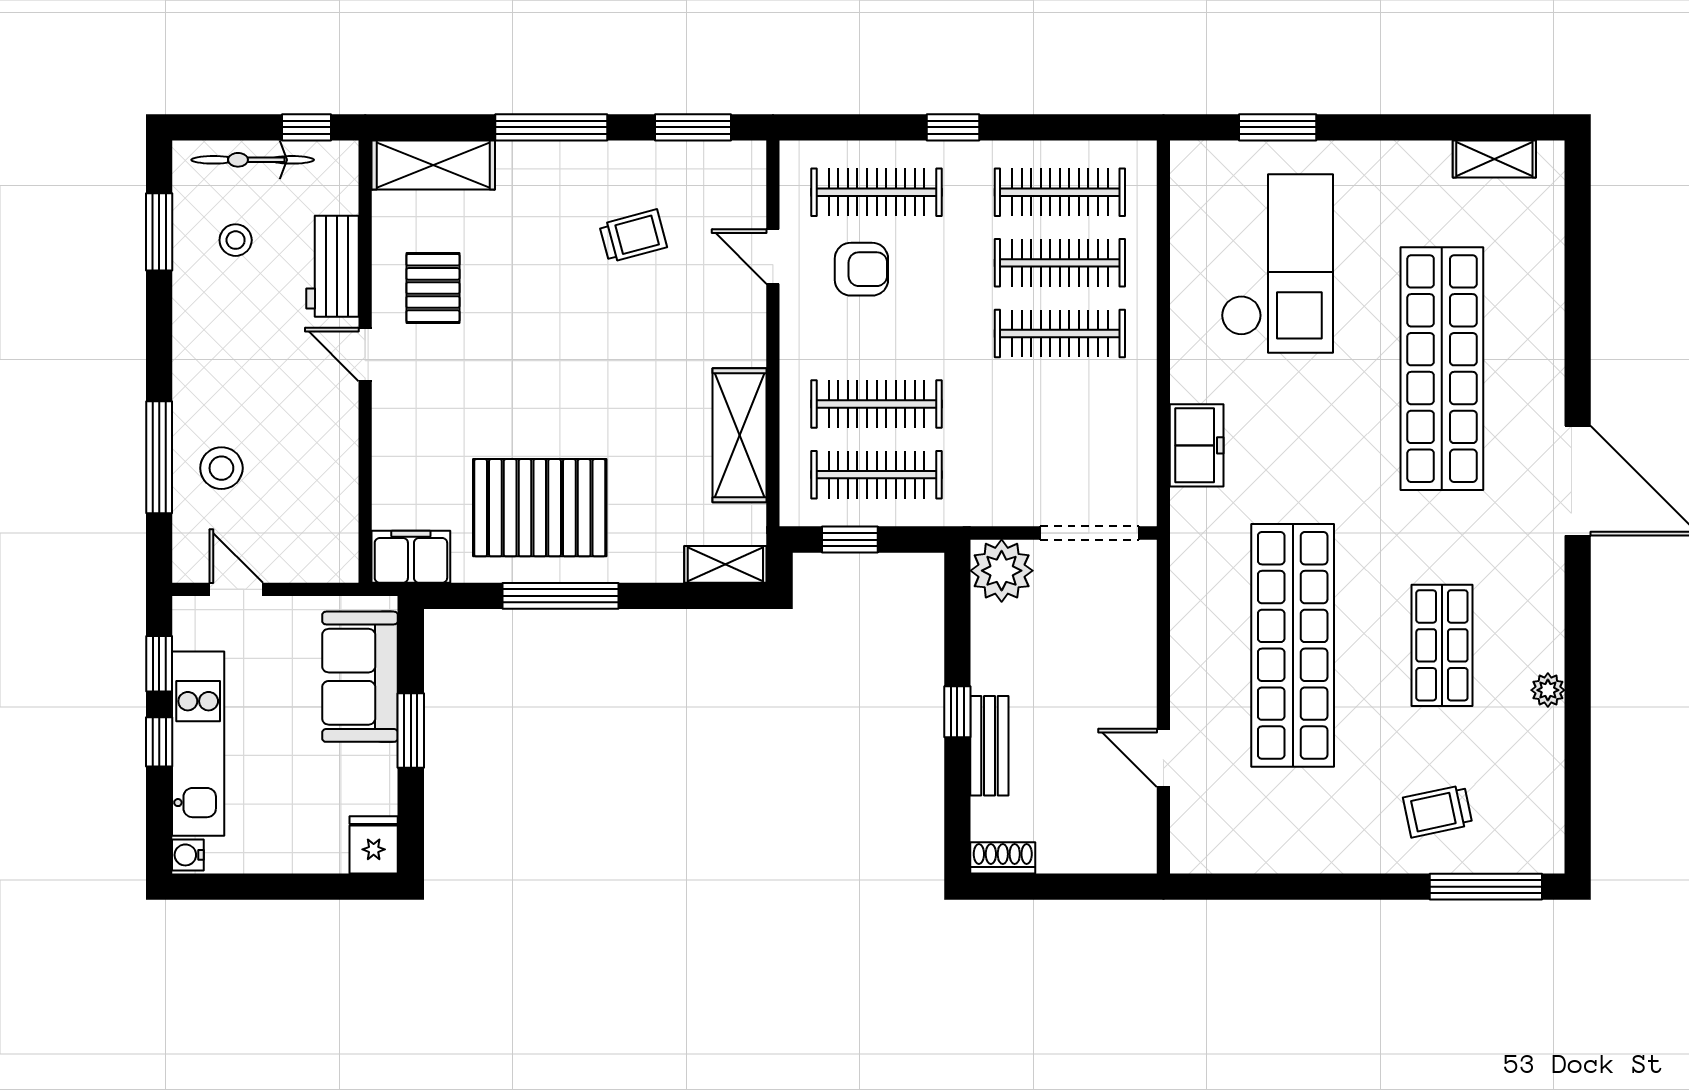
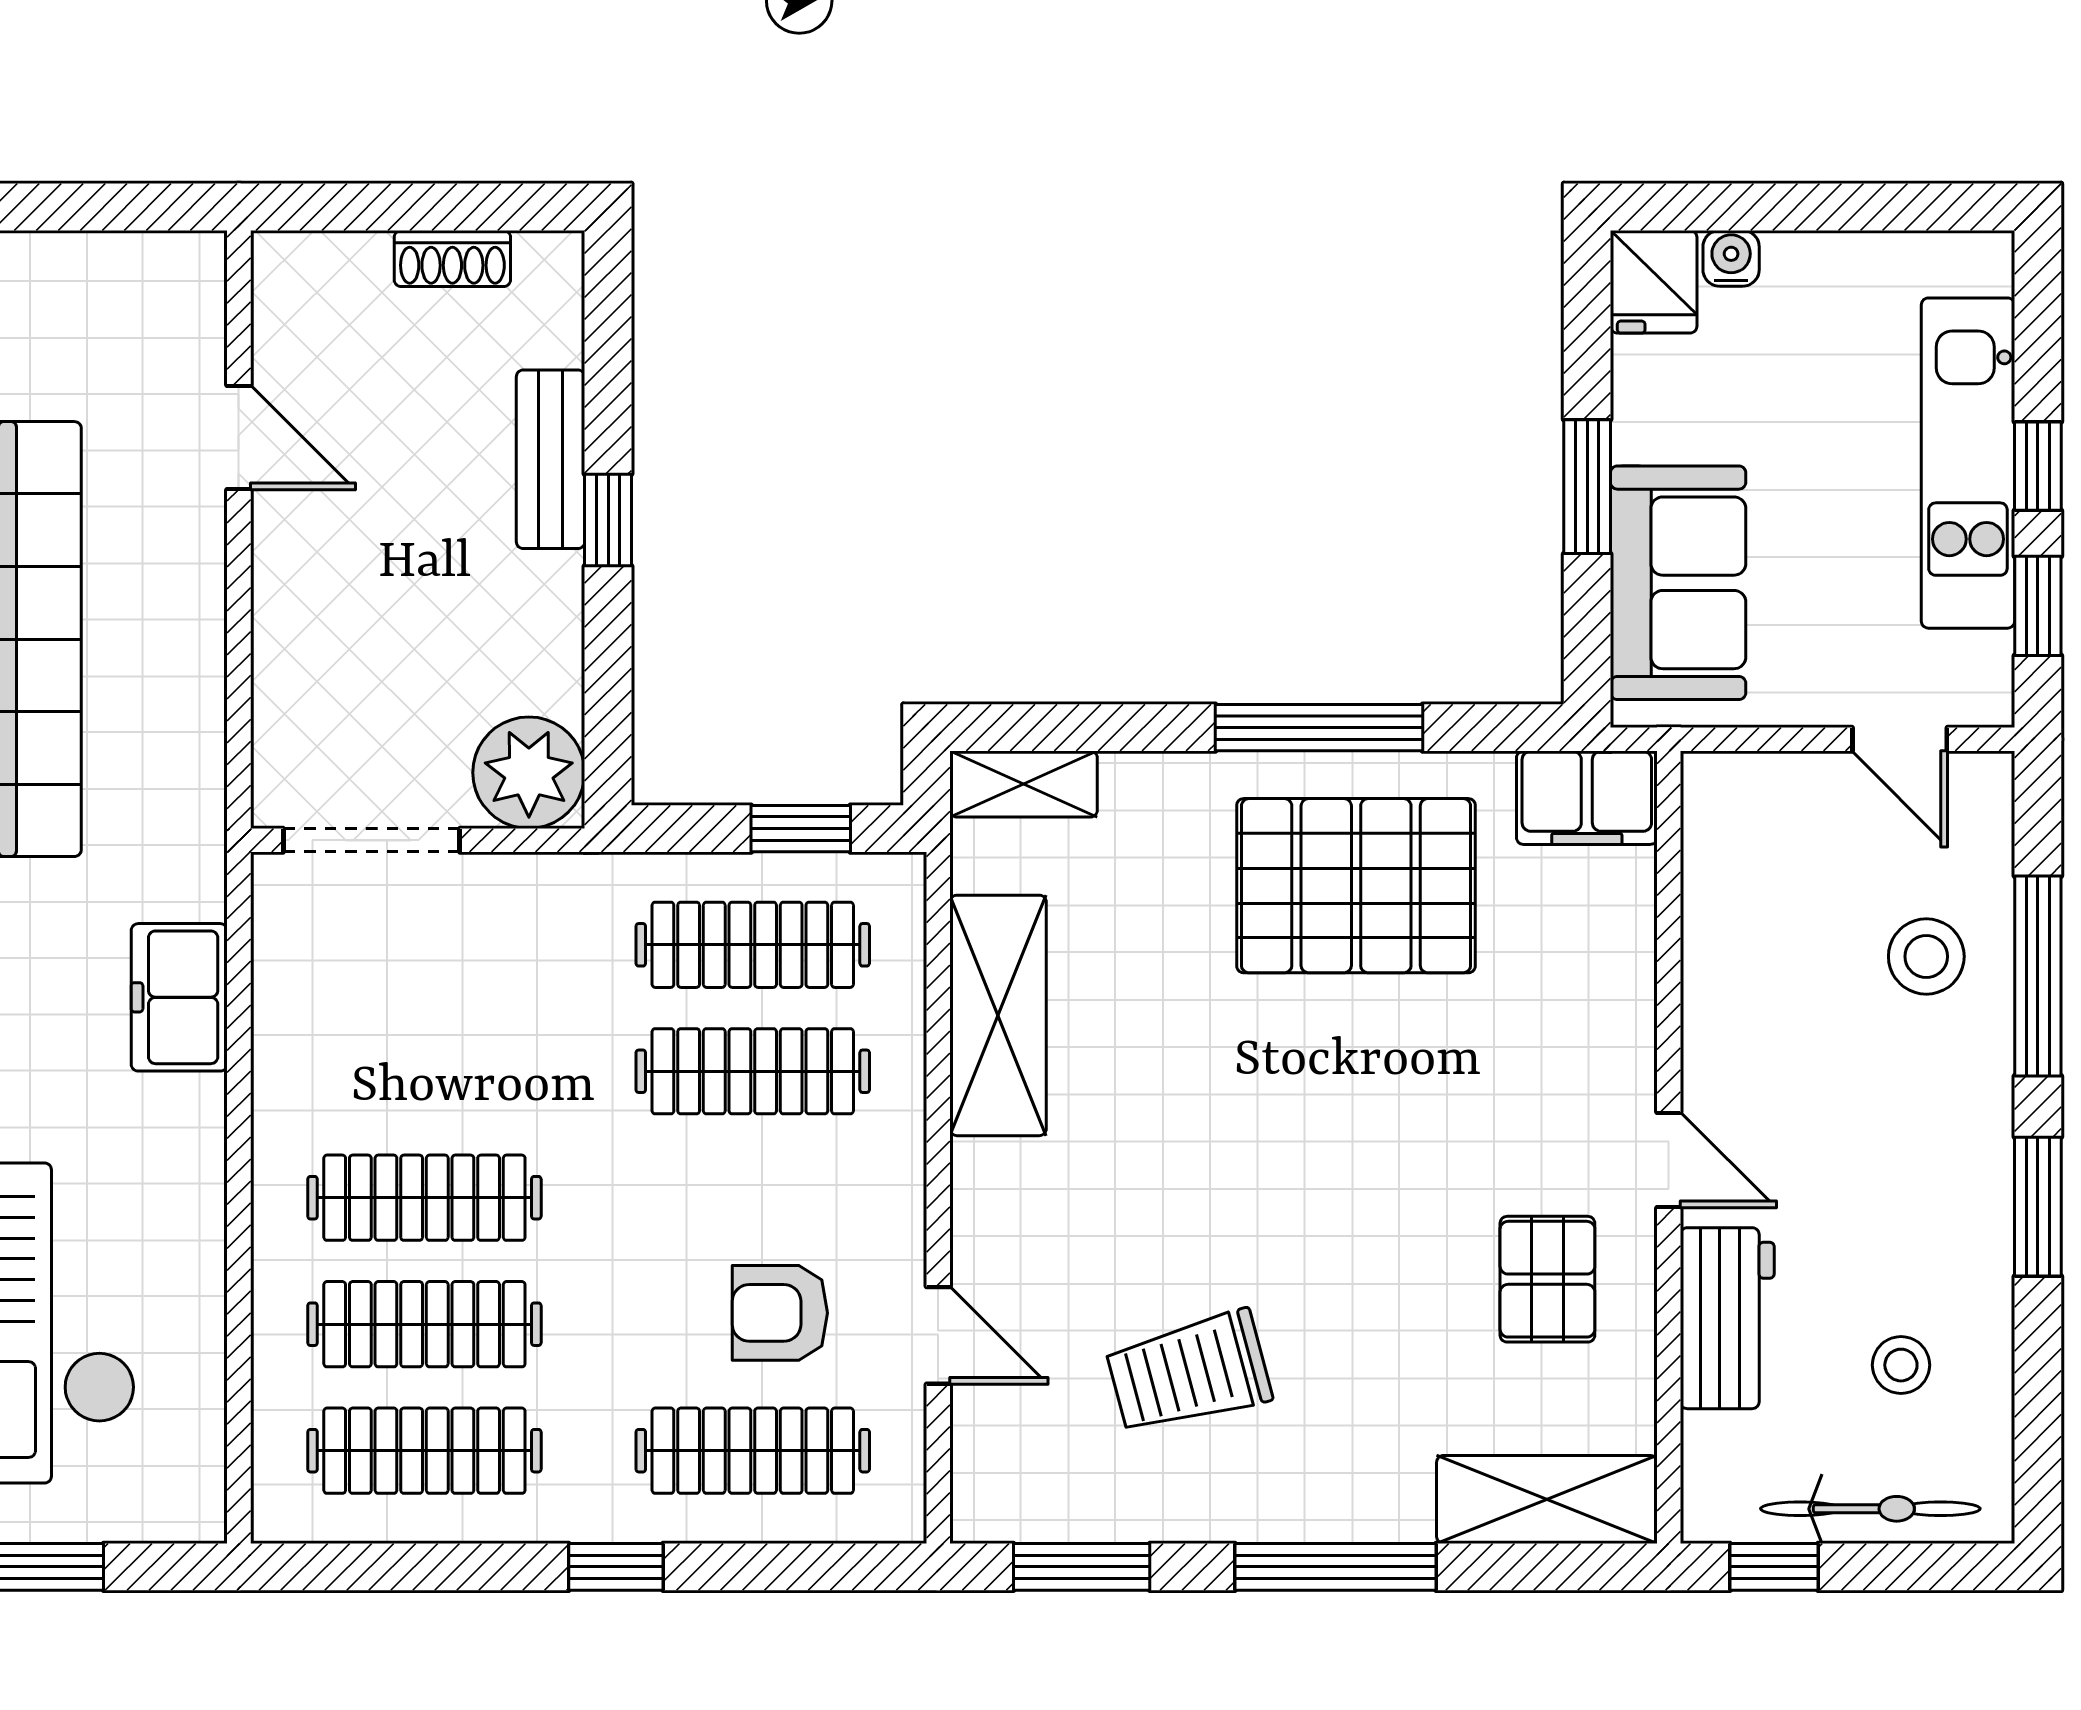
window: (159, 232) -> (2038, 1207), moved
trolley: (633, 236) -> (1189, 1373), width x1.36, depth x1.39
water cooler: (188, 855) -> (1731, 258), moved, turned -90
shoe rack: (1003, 858) -> (452, 258), moved

